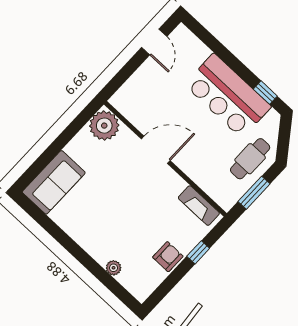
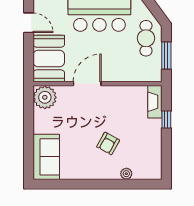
booth: (142, 93) -> (49, 59), added
fireplace: (199, 206) -> (155, 102), moved, turned 90
armchair: (168, 257) -> (108, 143), moved, turned -151

